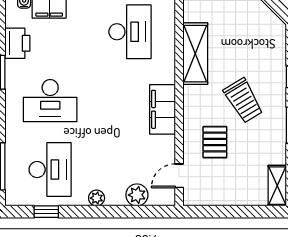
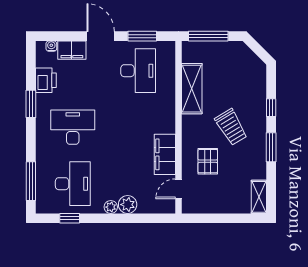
desk: (50, 101) -> (73, 127), turned 180
filing cabinet: (162, 109) -> (165, 154), moved
plant: (137, 195) -> (128, 205), moved

